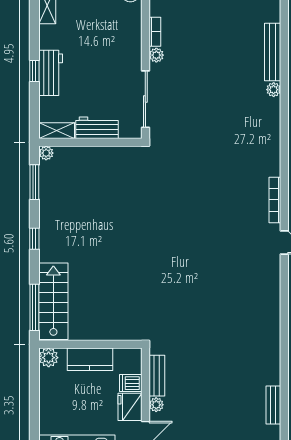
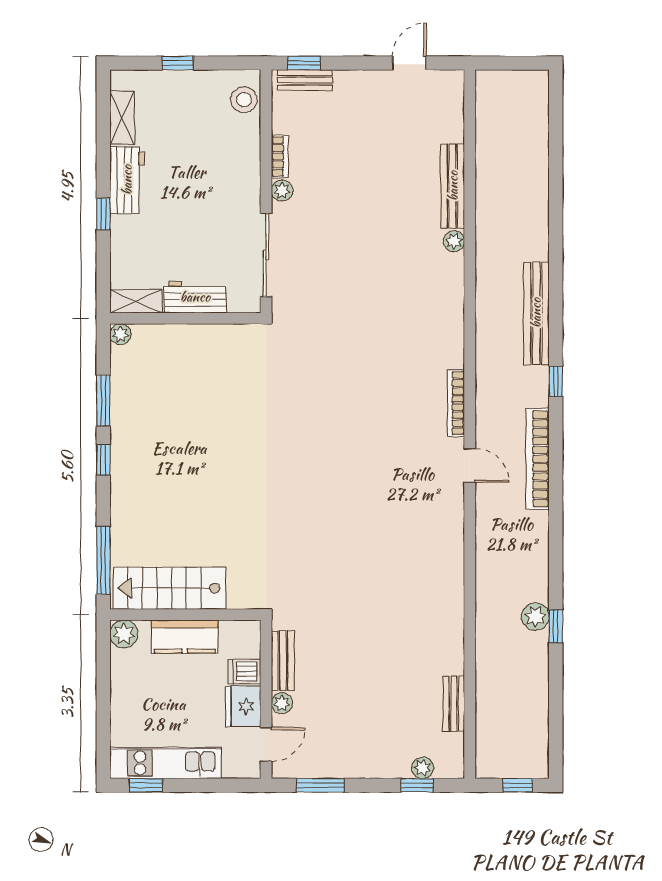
workbench: (51, 73) -> (127, 180), moved
window: (34, 182) -> (103, 400), moved
stairs: (53, 301) -> (170, 588), moved, turned -90

